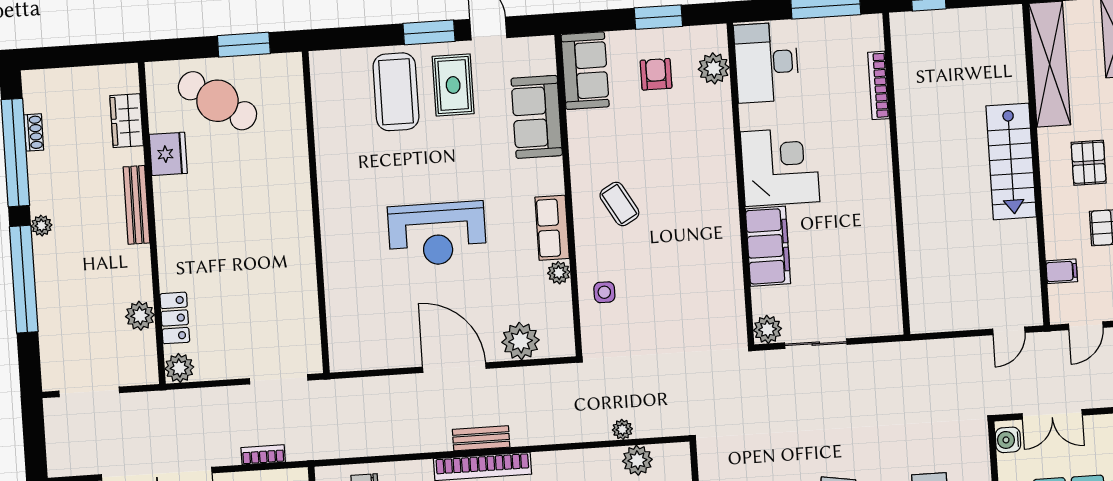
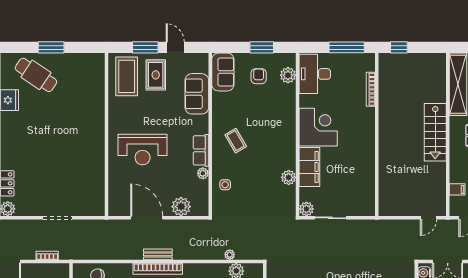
wall: (316, 212) -> (106, 135), moved
plant: (728, 270) -> (289, 177), added

